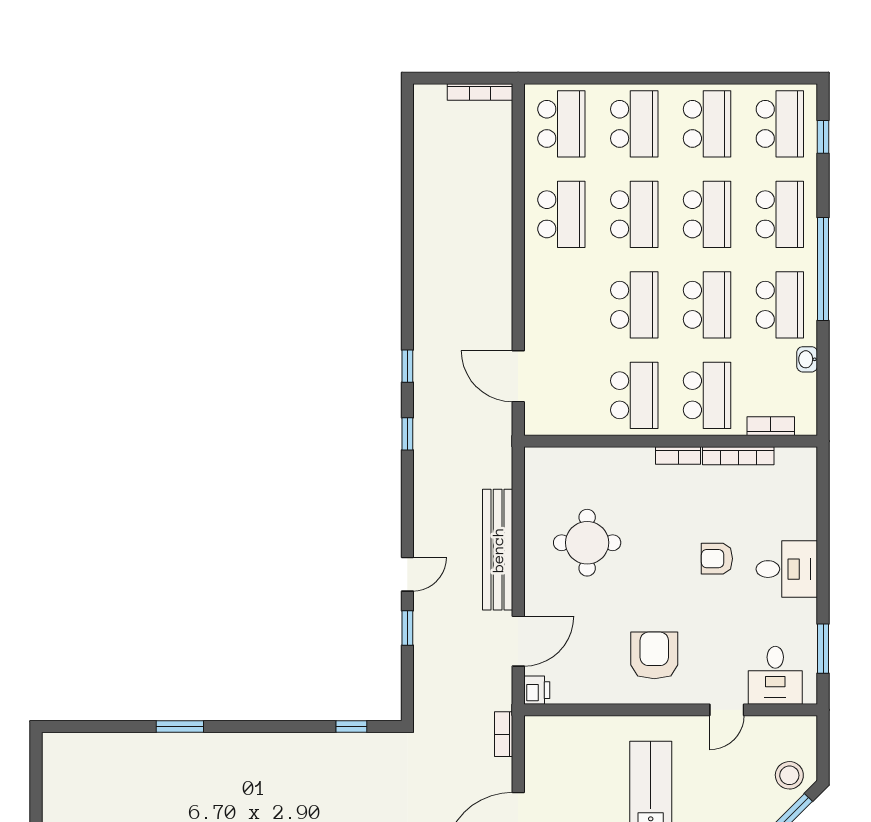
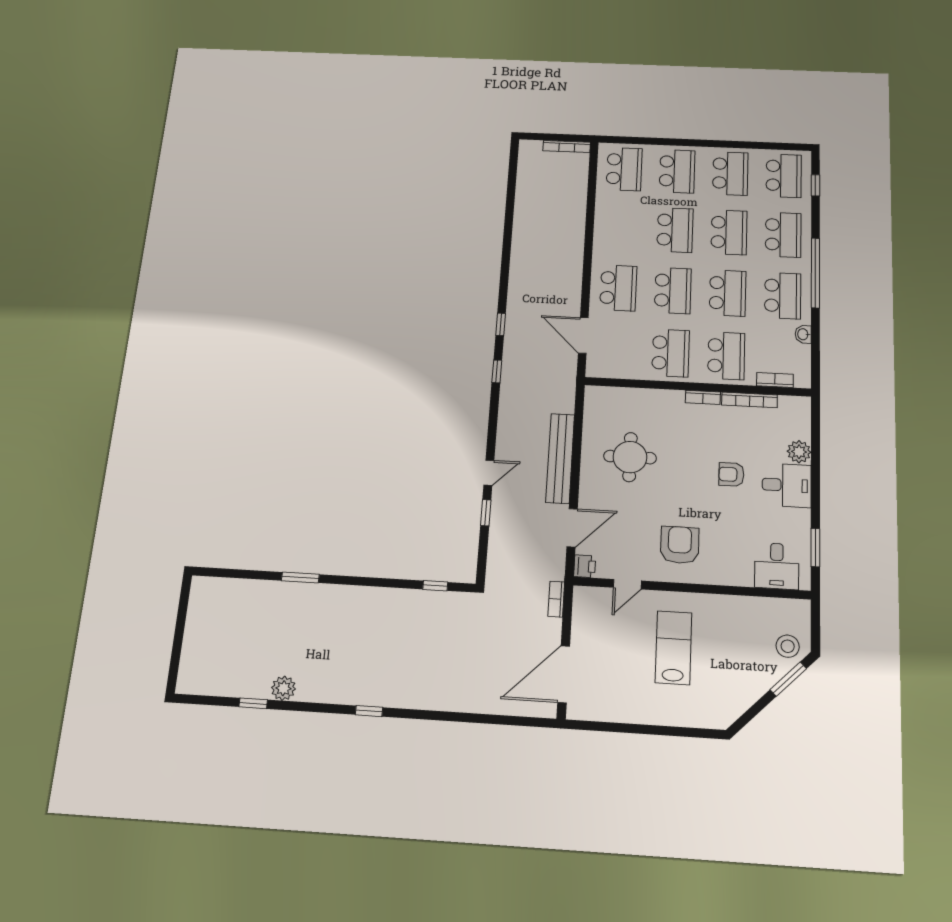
school desk: (561, 214) -> (618, 288), moved
plant: (802, 523) -> (799, 452), added
door: (727, 710) -> (627, 584), moved

